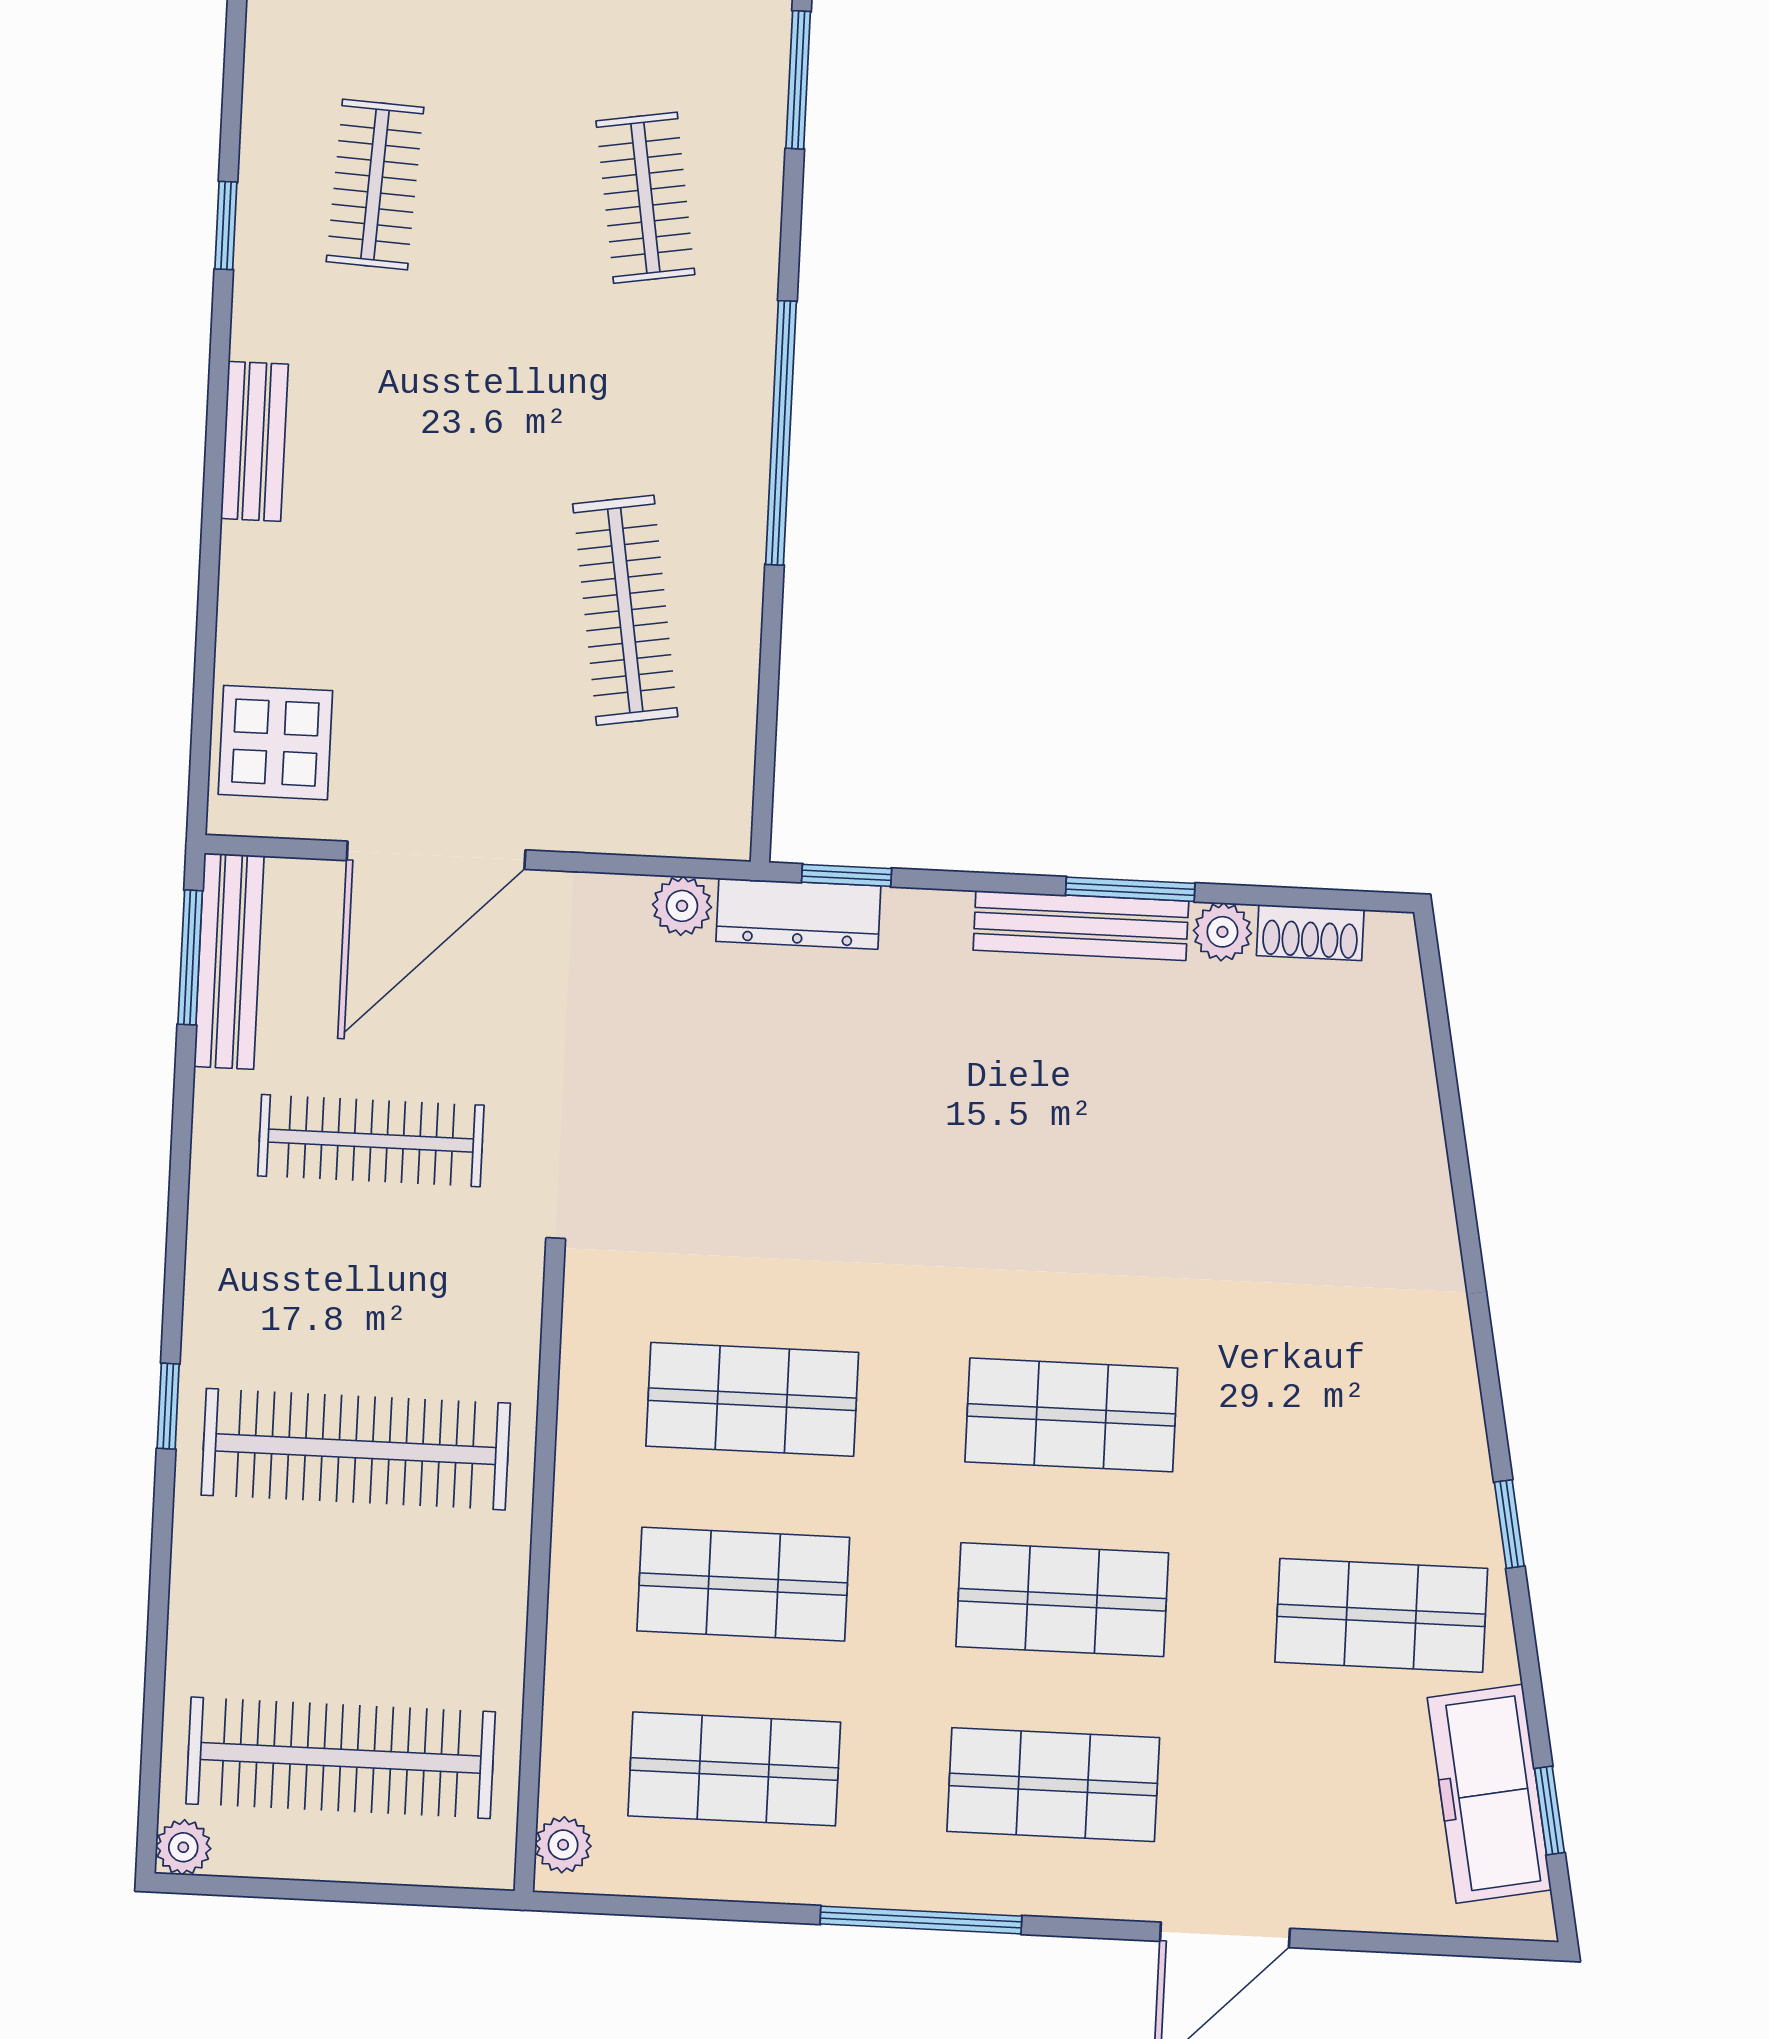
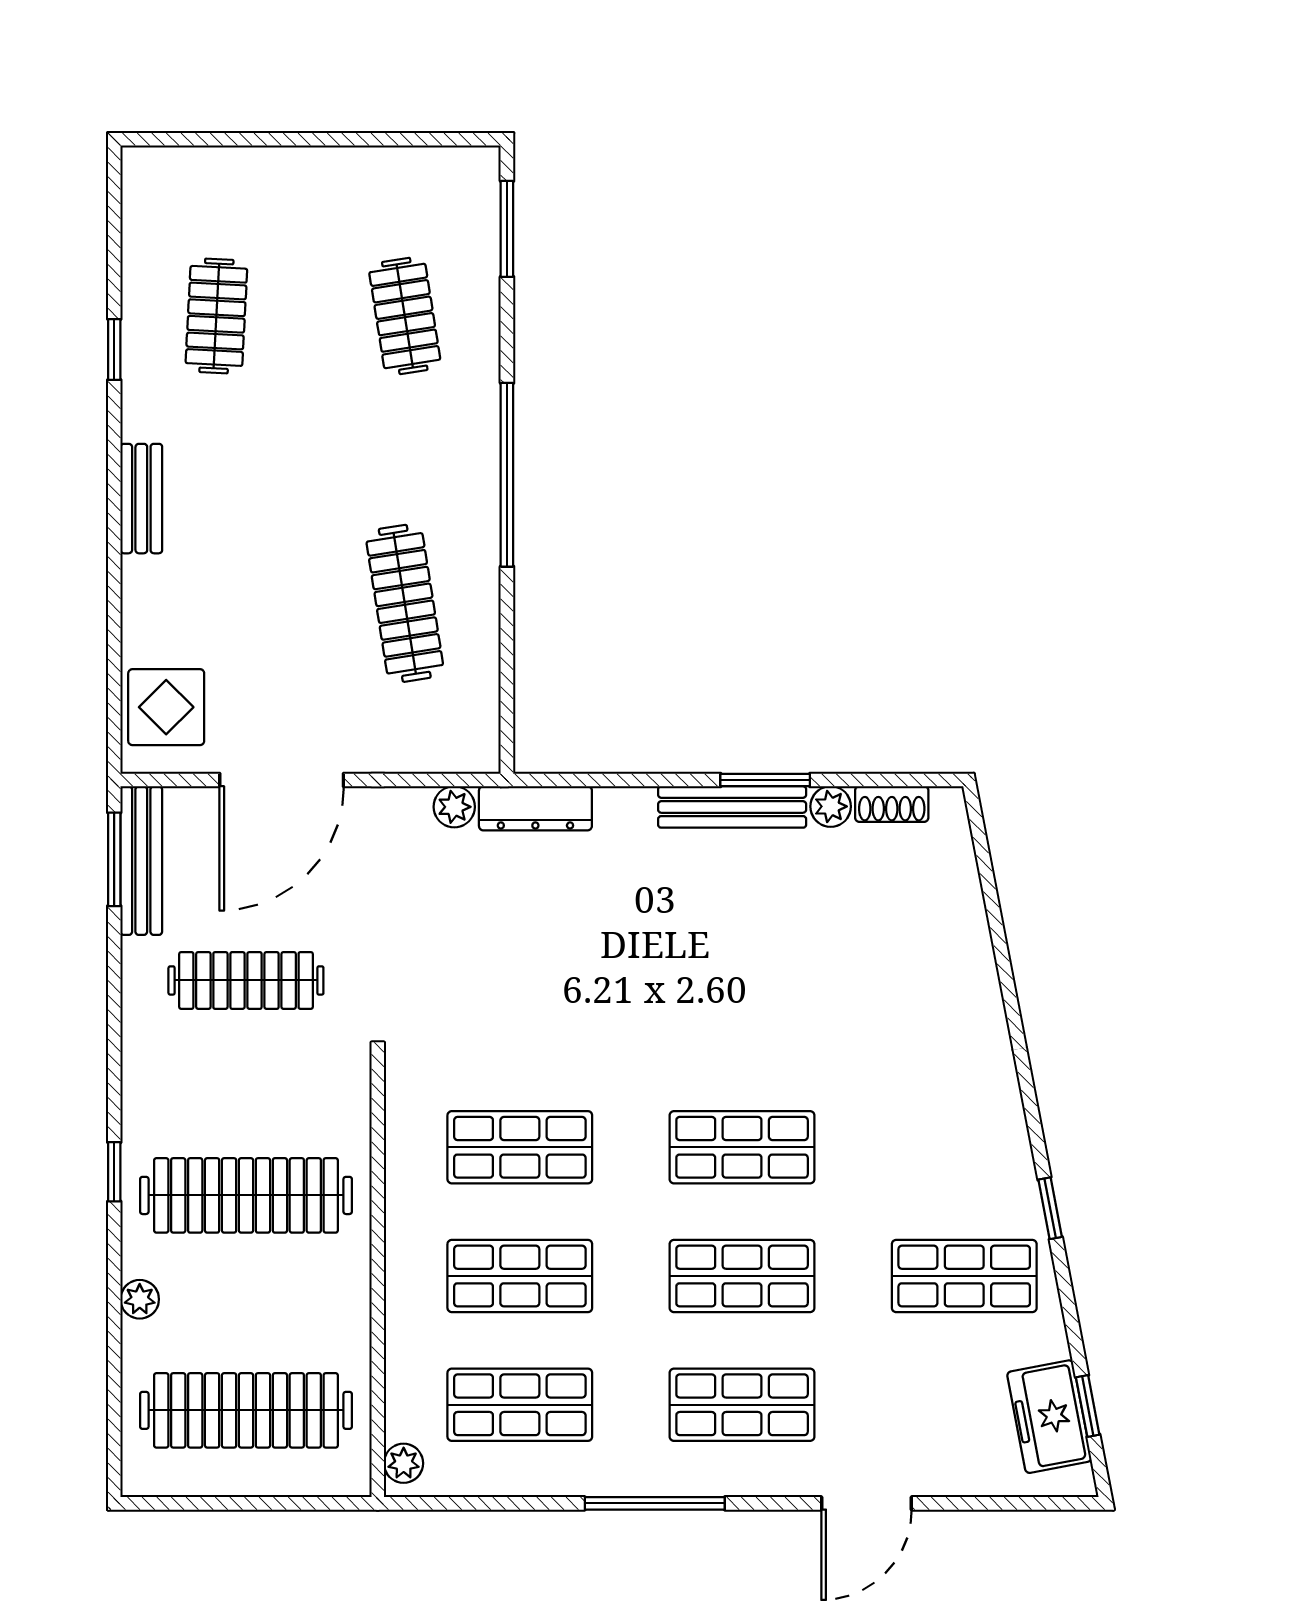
window: (847, 875) -> (568, 780), removed
freezer: (1489, 1794) -> (1049, 1417), width x0.71
plant: (183, 1847) -> (140, 1299), moved

